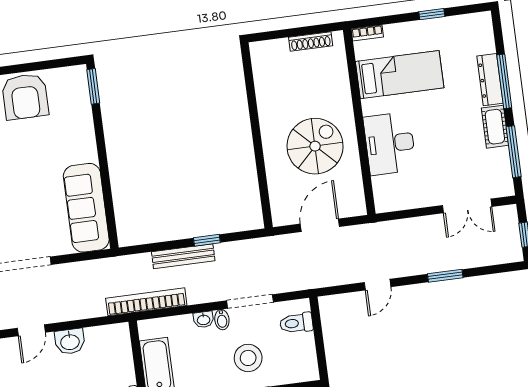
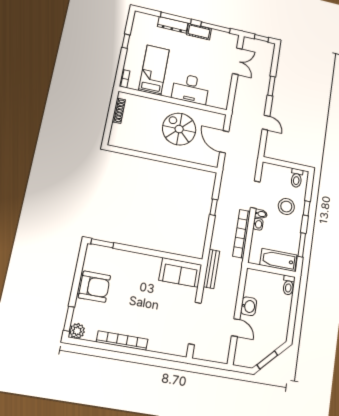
sofa: (86, 208) -> (180, 272), width x0.73
bench: (183, 256) -> (212, 269), moved
bookcase: (146, 302) -> (242, 234), moved
toilet: (296, 323) -> (297, 178), moved

